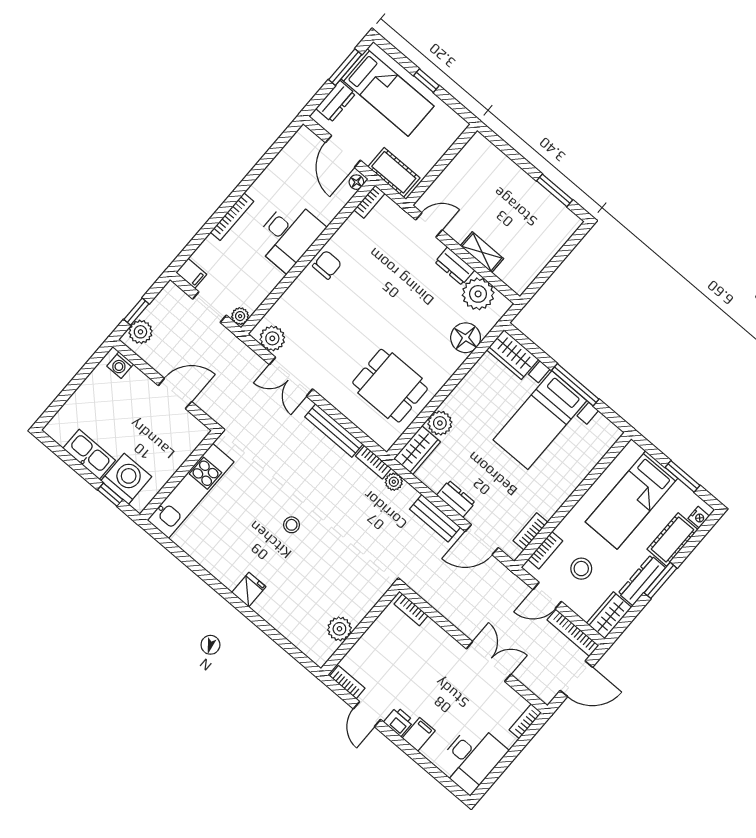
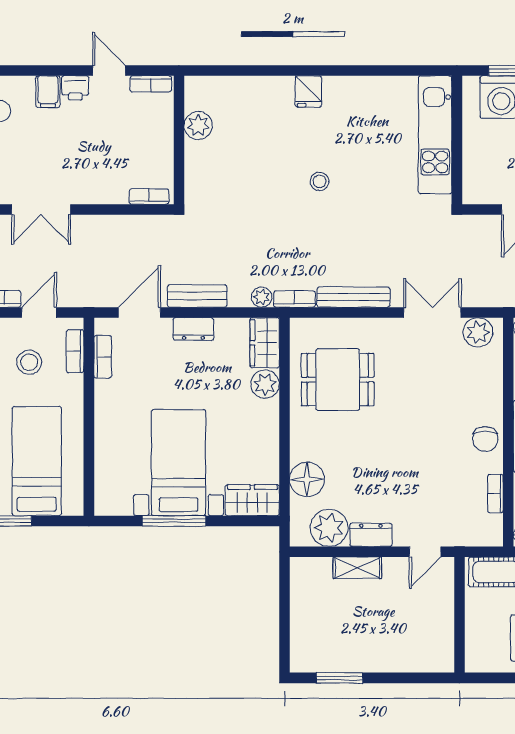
bookcase: (369, 202) -> (495, 494), moved

